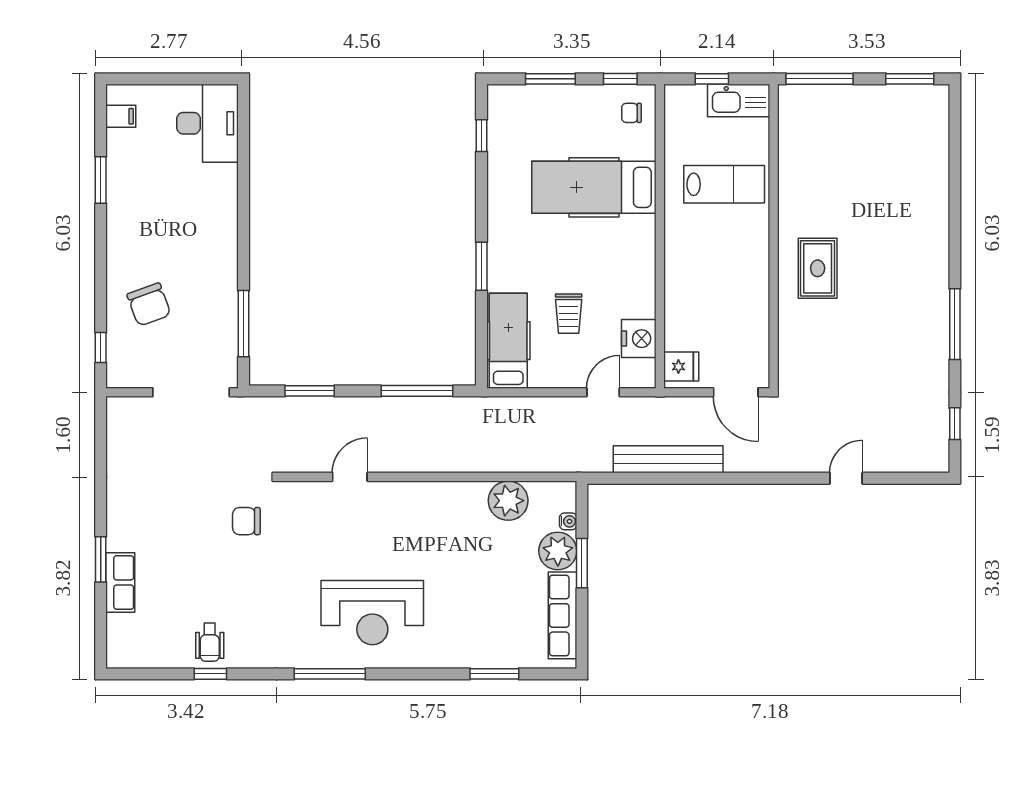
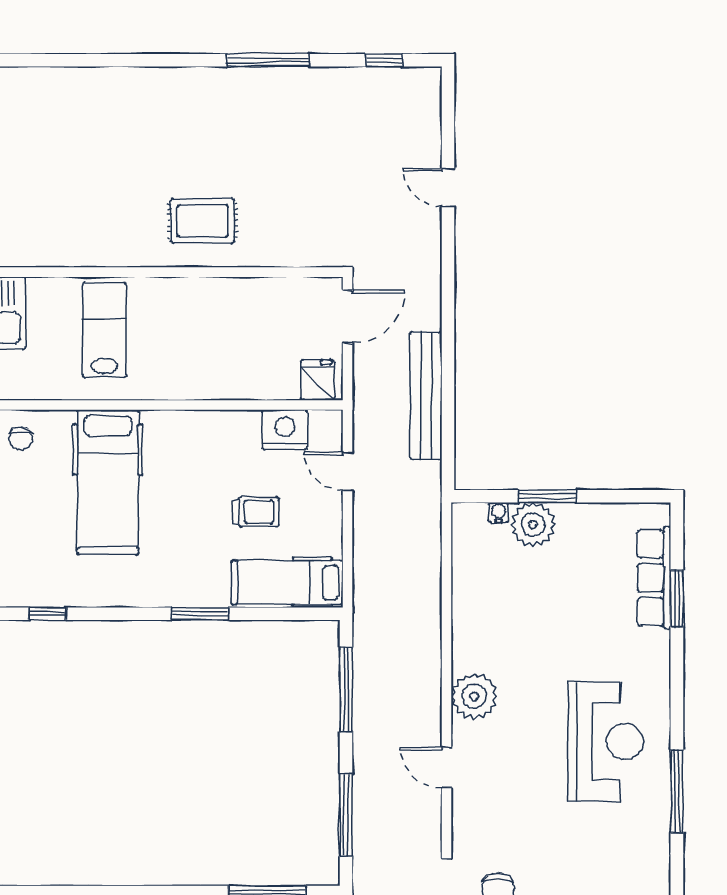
window: (310, 391) -> (346, 815), width x1.44
plant: (508, 501) -> (474, 696), moved
row of seats: (563, 615) -> (654, 578), moved, turned 90

